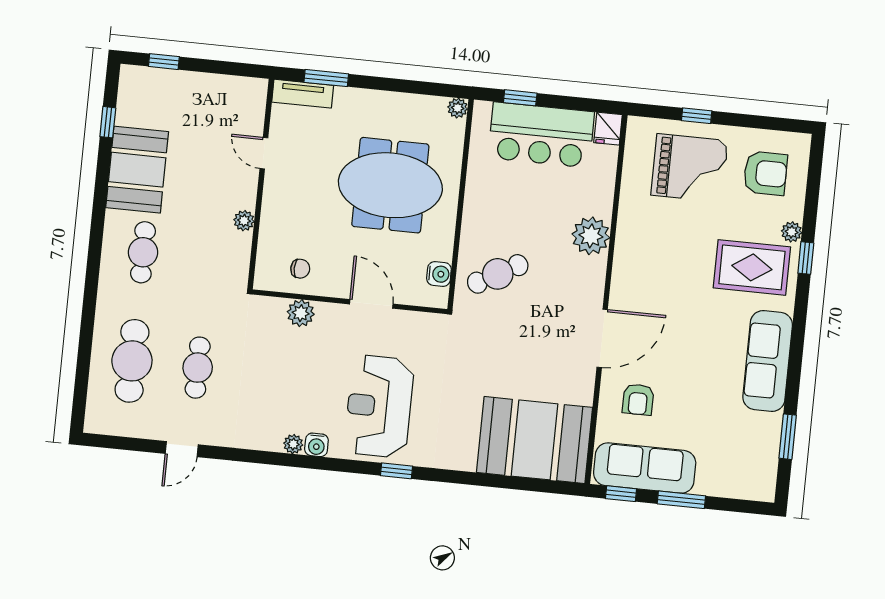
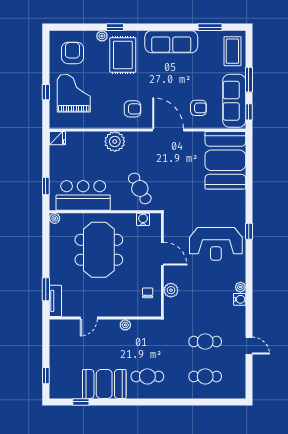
bar counter: (541, 135) -> (83, 195), moved, turned -90
armchair: (649, 275) -> (133, 109), added
door: (371, 304) -> (162, 254), swing flipped
cafe table: (132, 361) -> (205, 376), width x0.73, depth x0.74
water cooler: (316, 445) -> (240, 299), moved
coffee table: (738, 474) -> (232, 51), added

